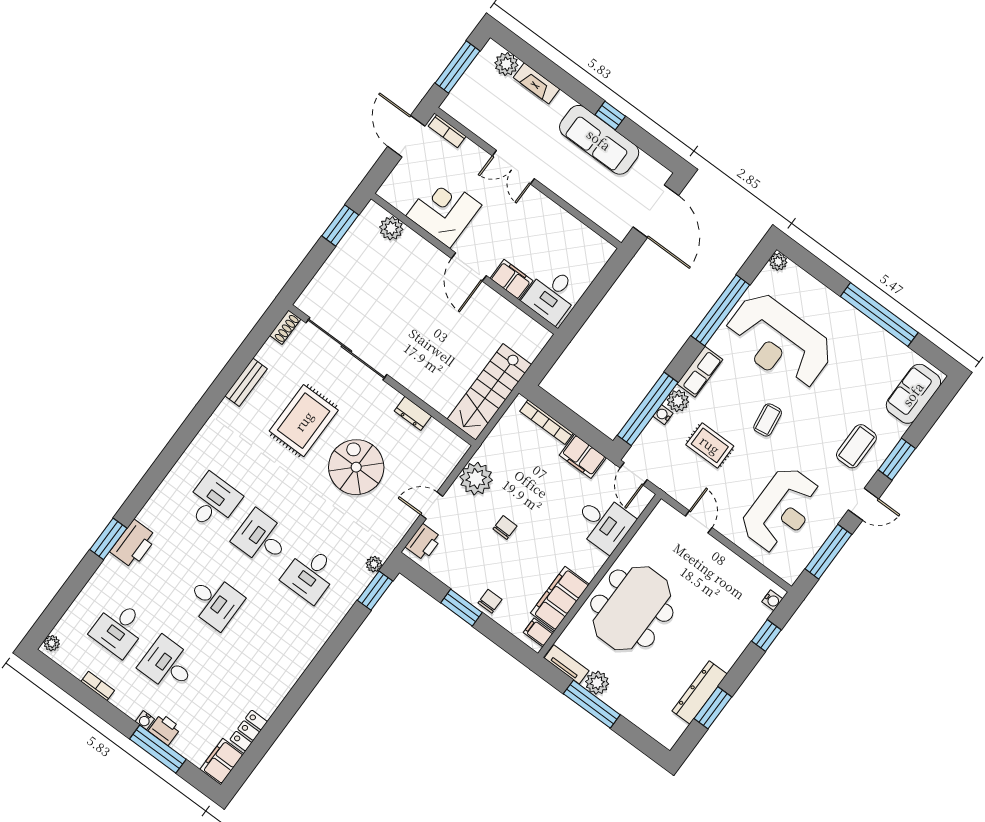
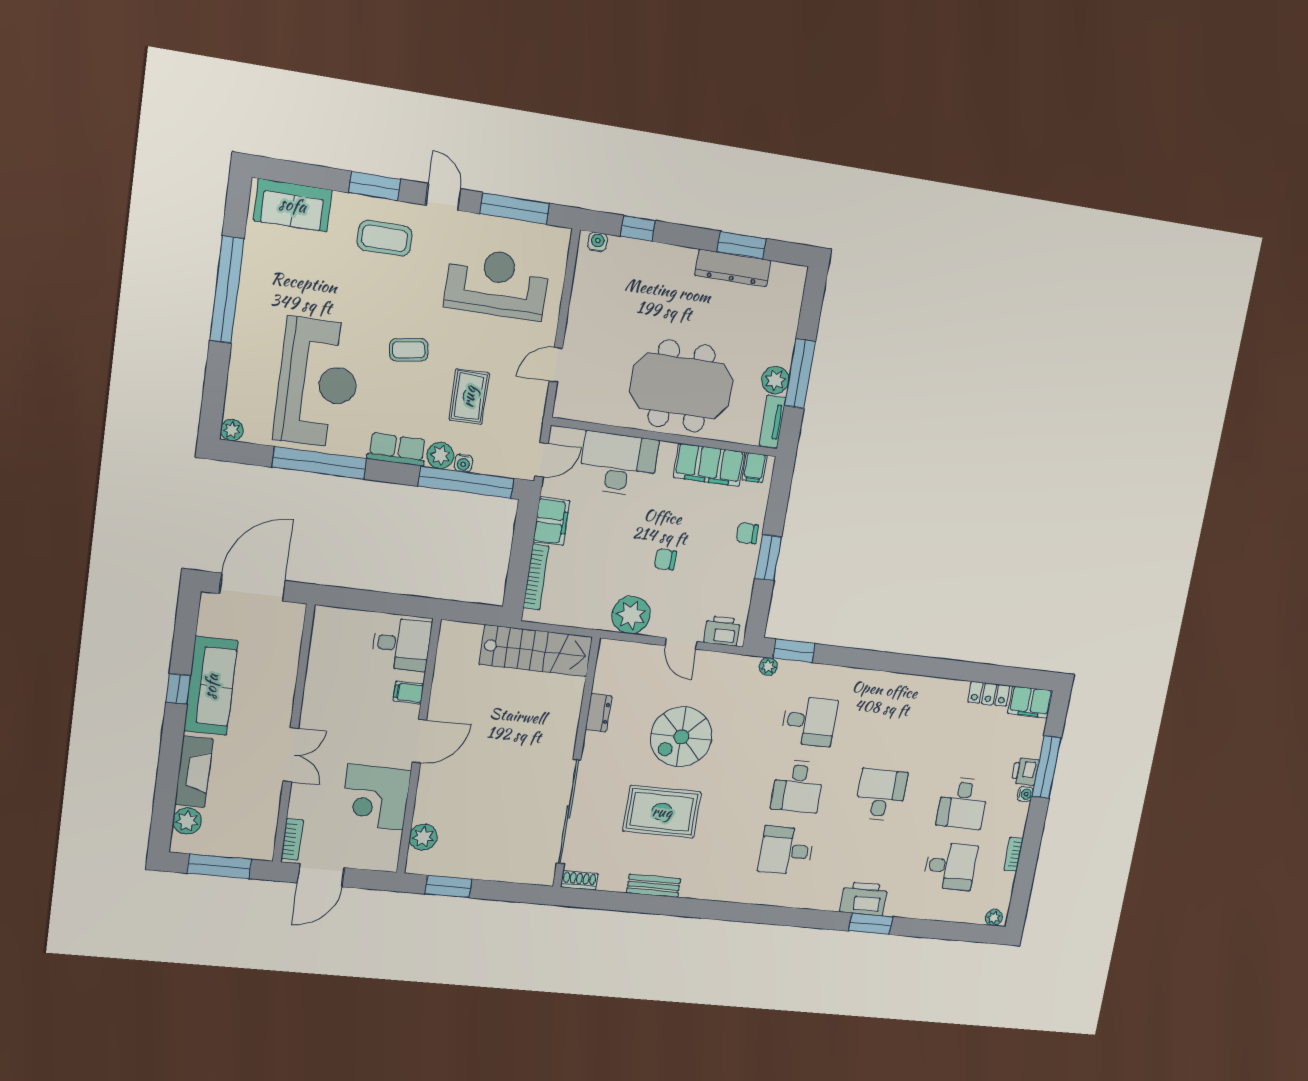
fireplace: (536, 83) -> (194, 772), width x1.37, depth x1.32
filing cabinet: (511, 280) -> (408, 692), width x0.50
desk: (604, 523) -> (618, 464), width x1.37

